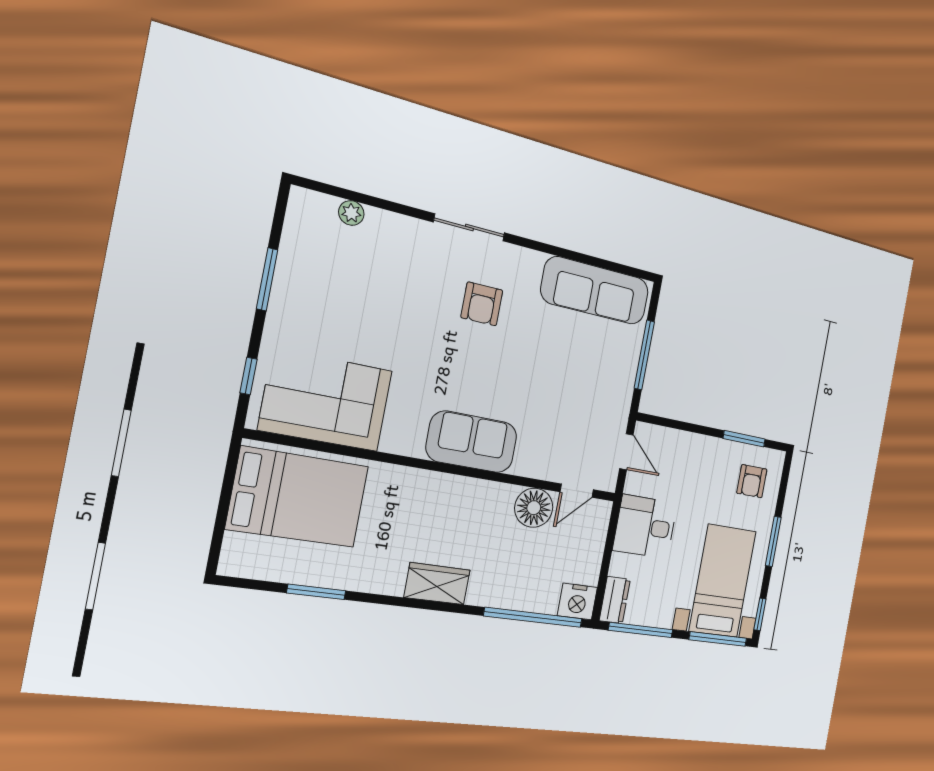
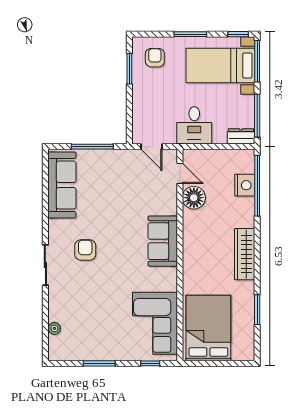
armchair: (482, 304) -> (85, 250), turned -90
door: (626, 452) -> (152, 147), swing flipped
armchair: (752, 481) -> (155, 58), turned -90
wardrobe: (437, 584) -> (245, 254), width x1.50
nightstand: (577, 602) -> (245, 185), moved

